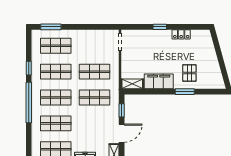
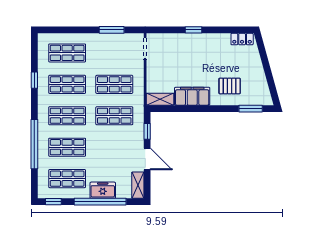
window: (51, 27) -> (112, 30), moved
locker: (181, 34) -> (242, 39), moved
pallet: (189, 73) -> (230, 86), turned 90
window: (185, 92) -> (251, 109), moved
window: (29, 102) -> (34, 144), moved
door: (122, 133) -> (147, 159), hinge flipped

